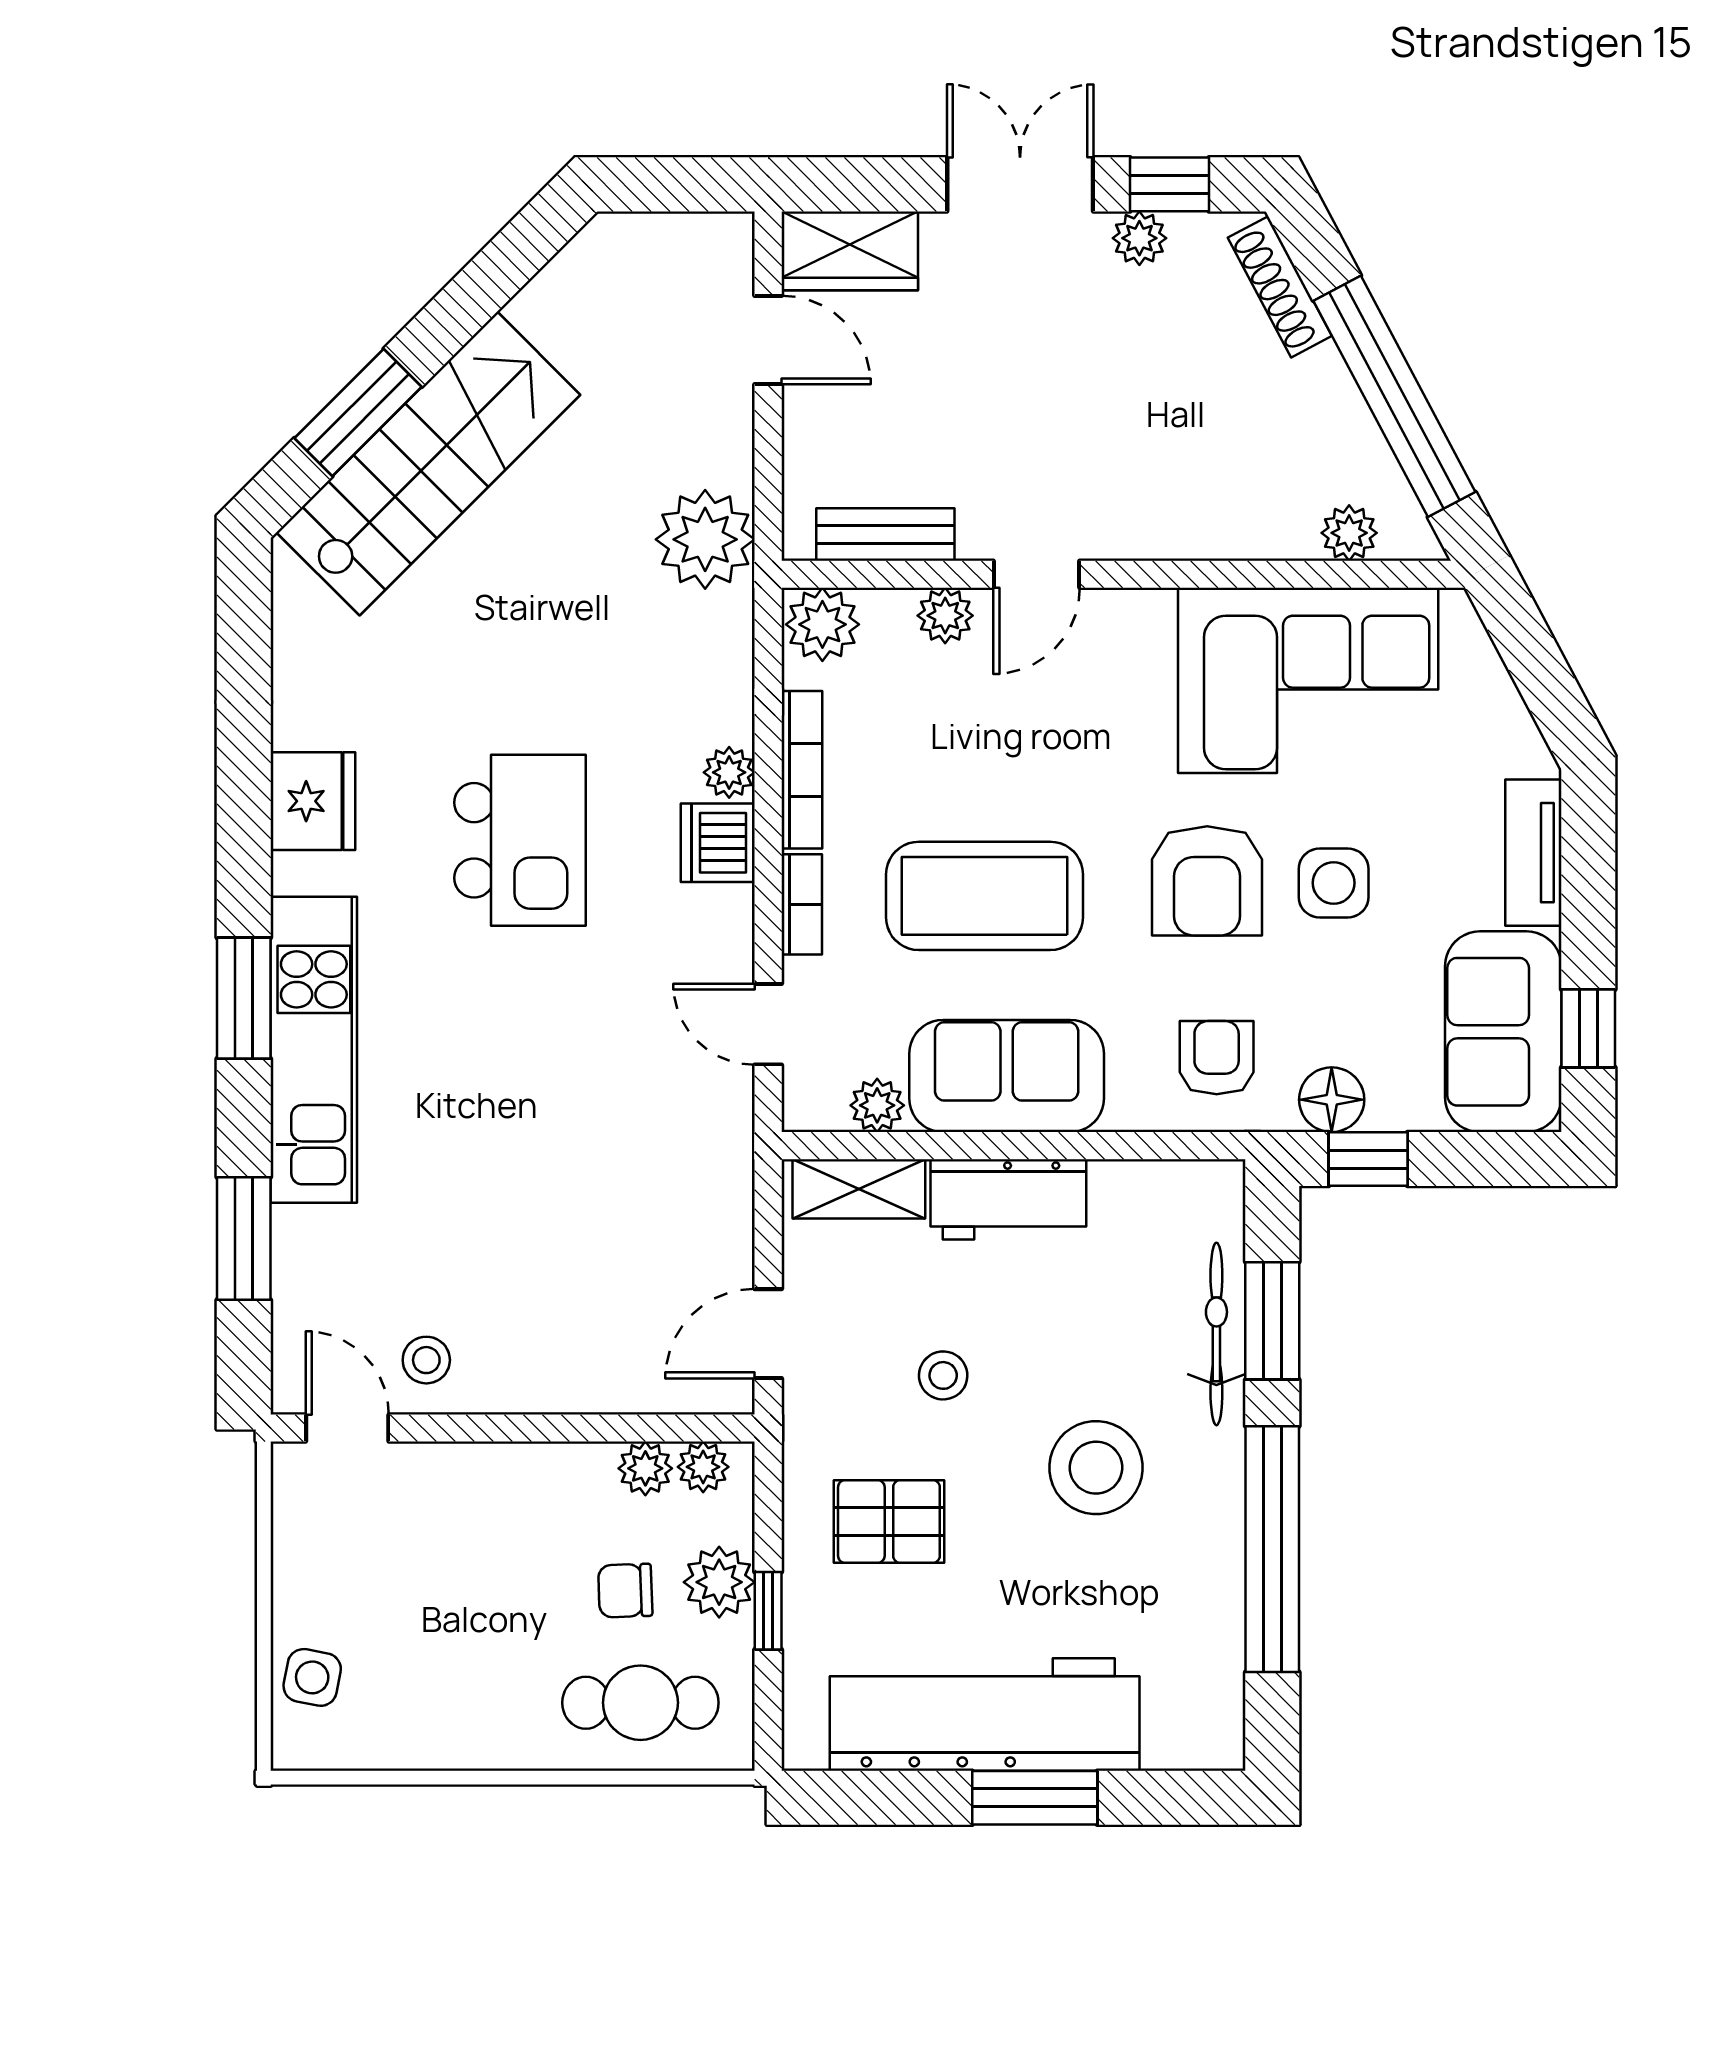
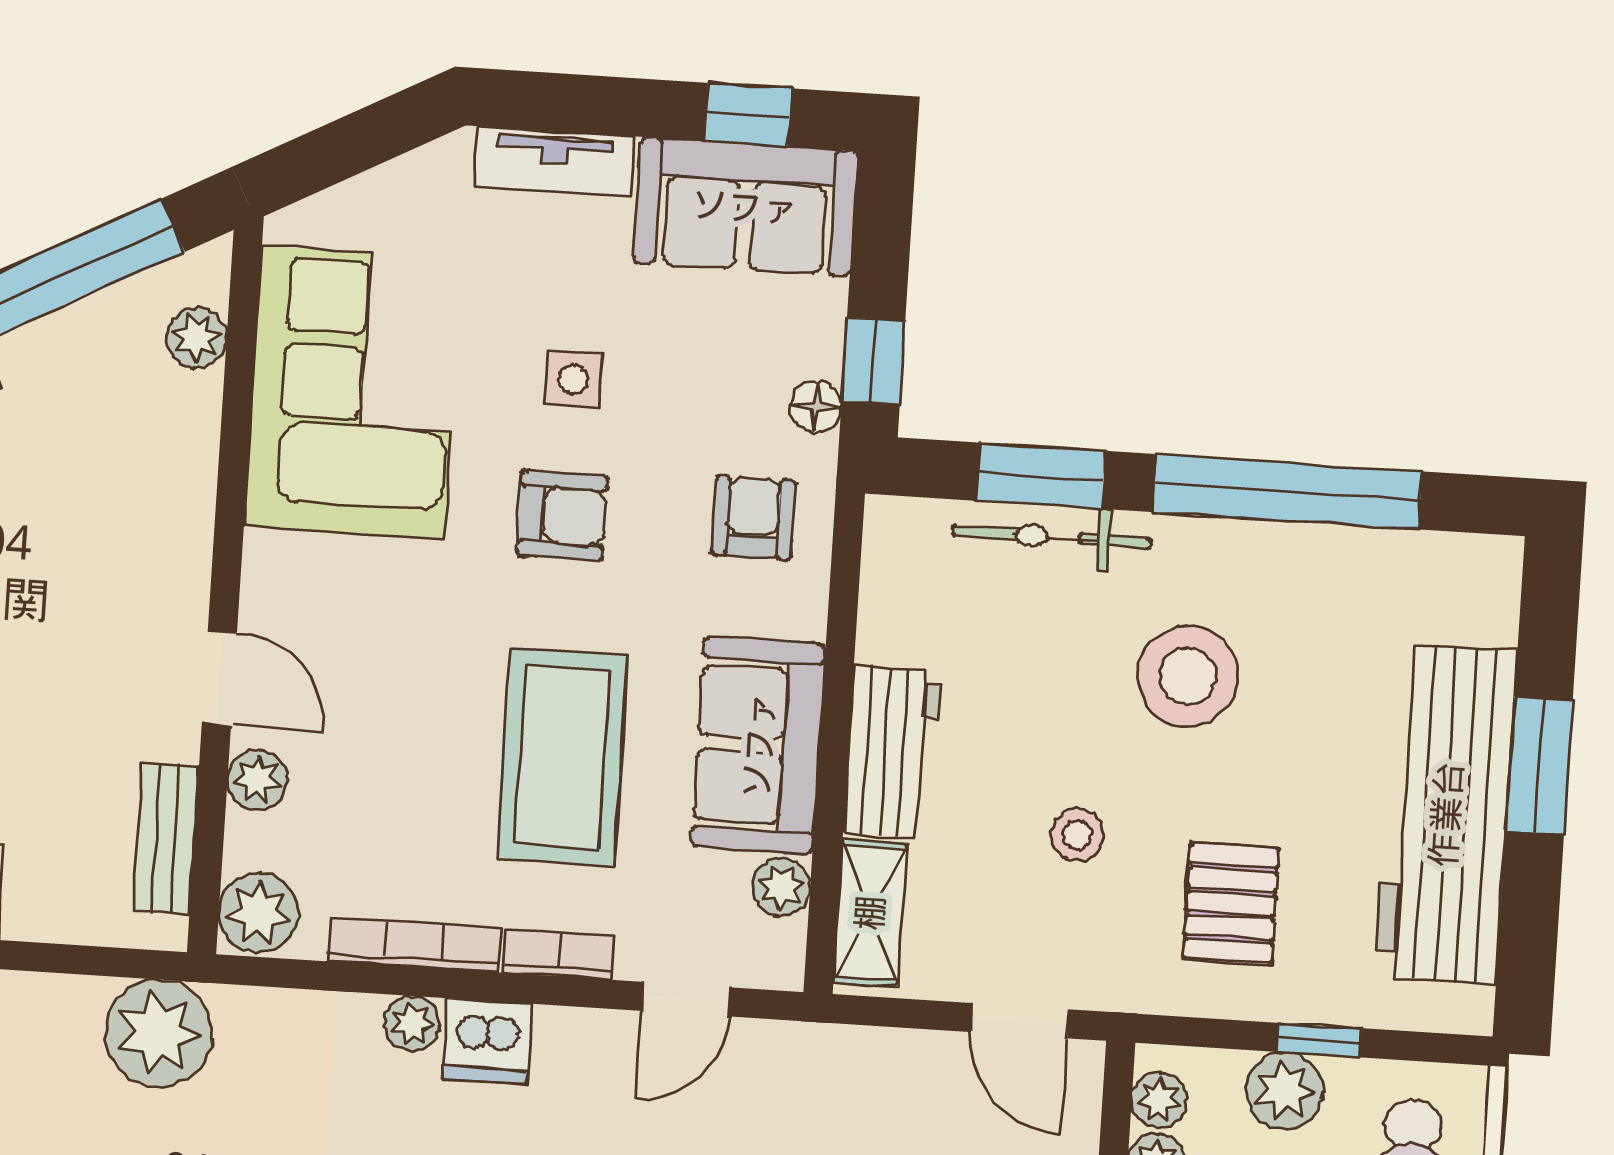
armchair: (1207, 881) -> (562, 516), width x0.72, depth x0.72
side table: (1334, 883) -> (573, 379), width x0.73, depth x0.73
armchair: (1217, 1058) -> (753, 518), turned 90
floor lamp: (1332, 1100) -> (816, 406), width x0.73, depth x0.73

